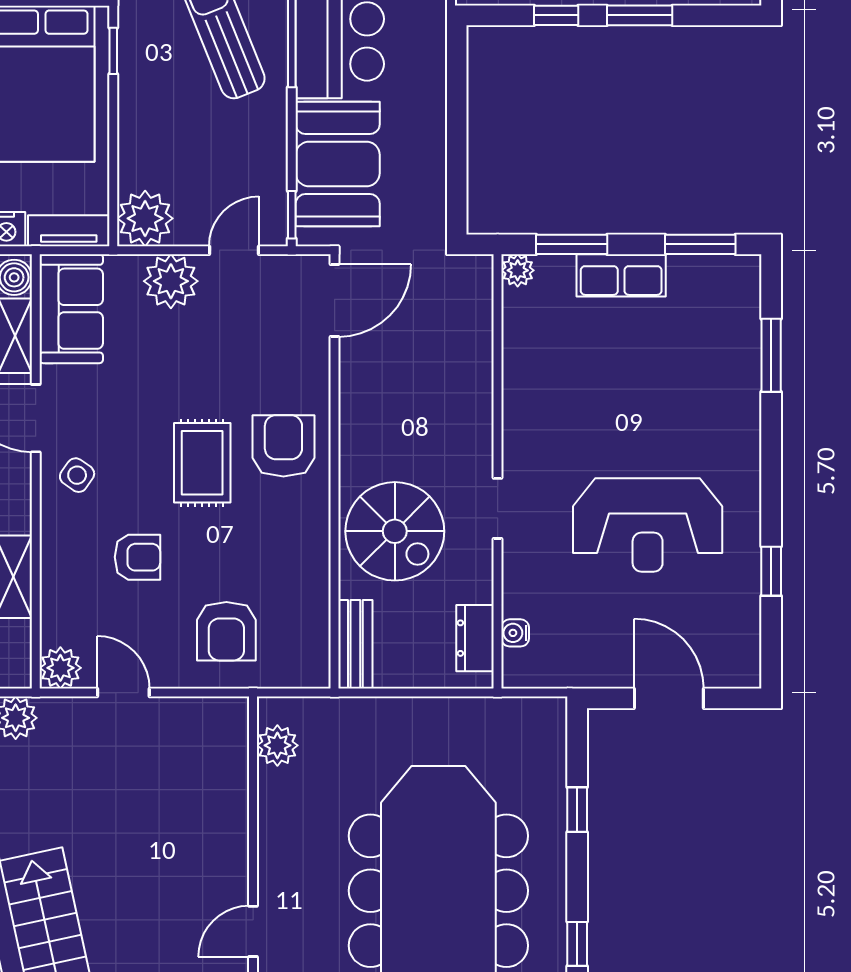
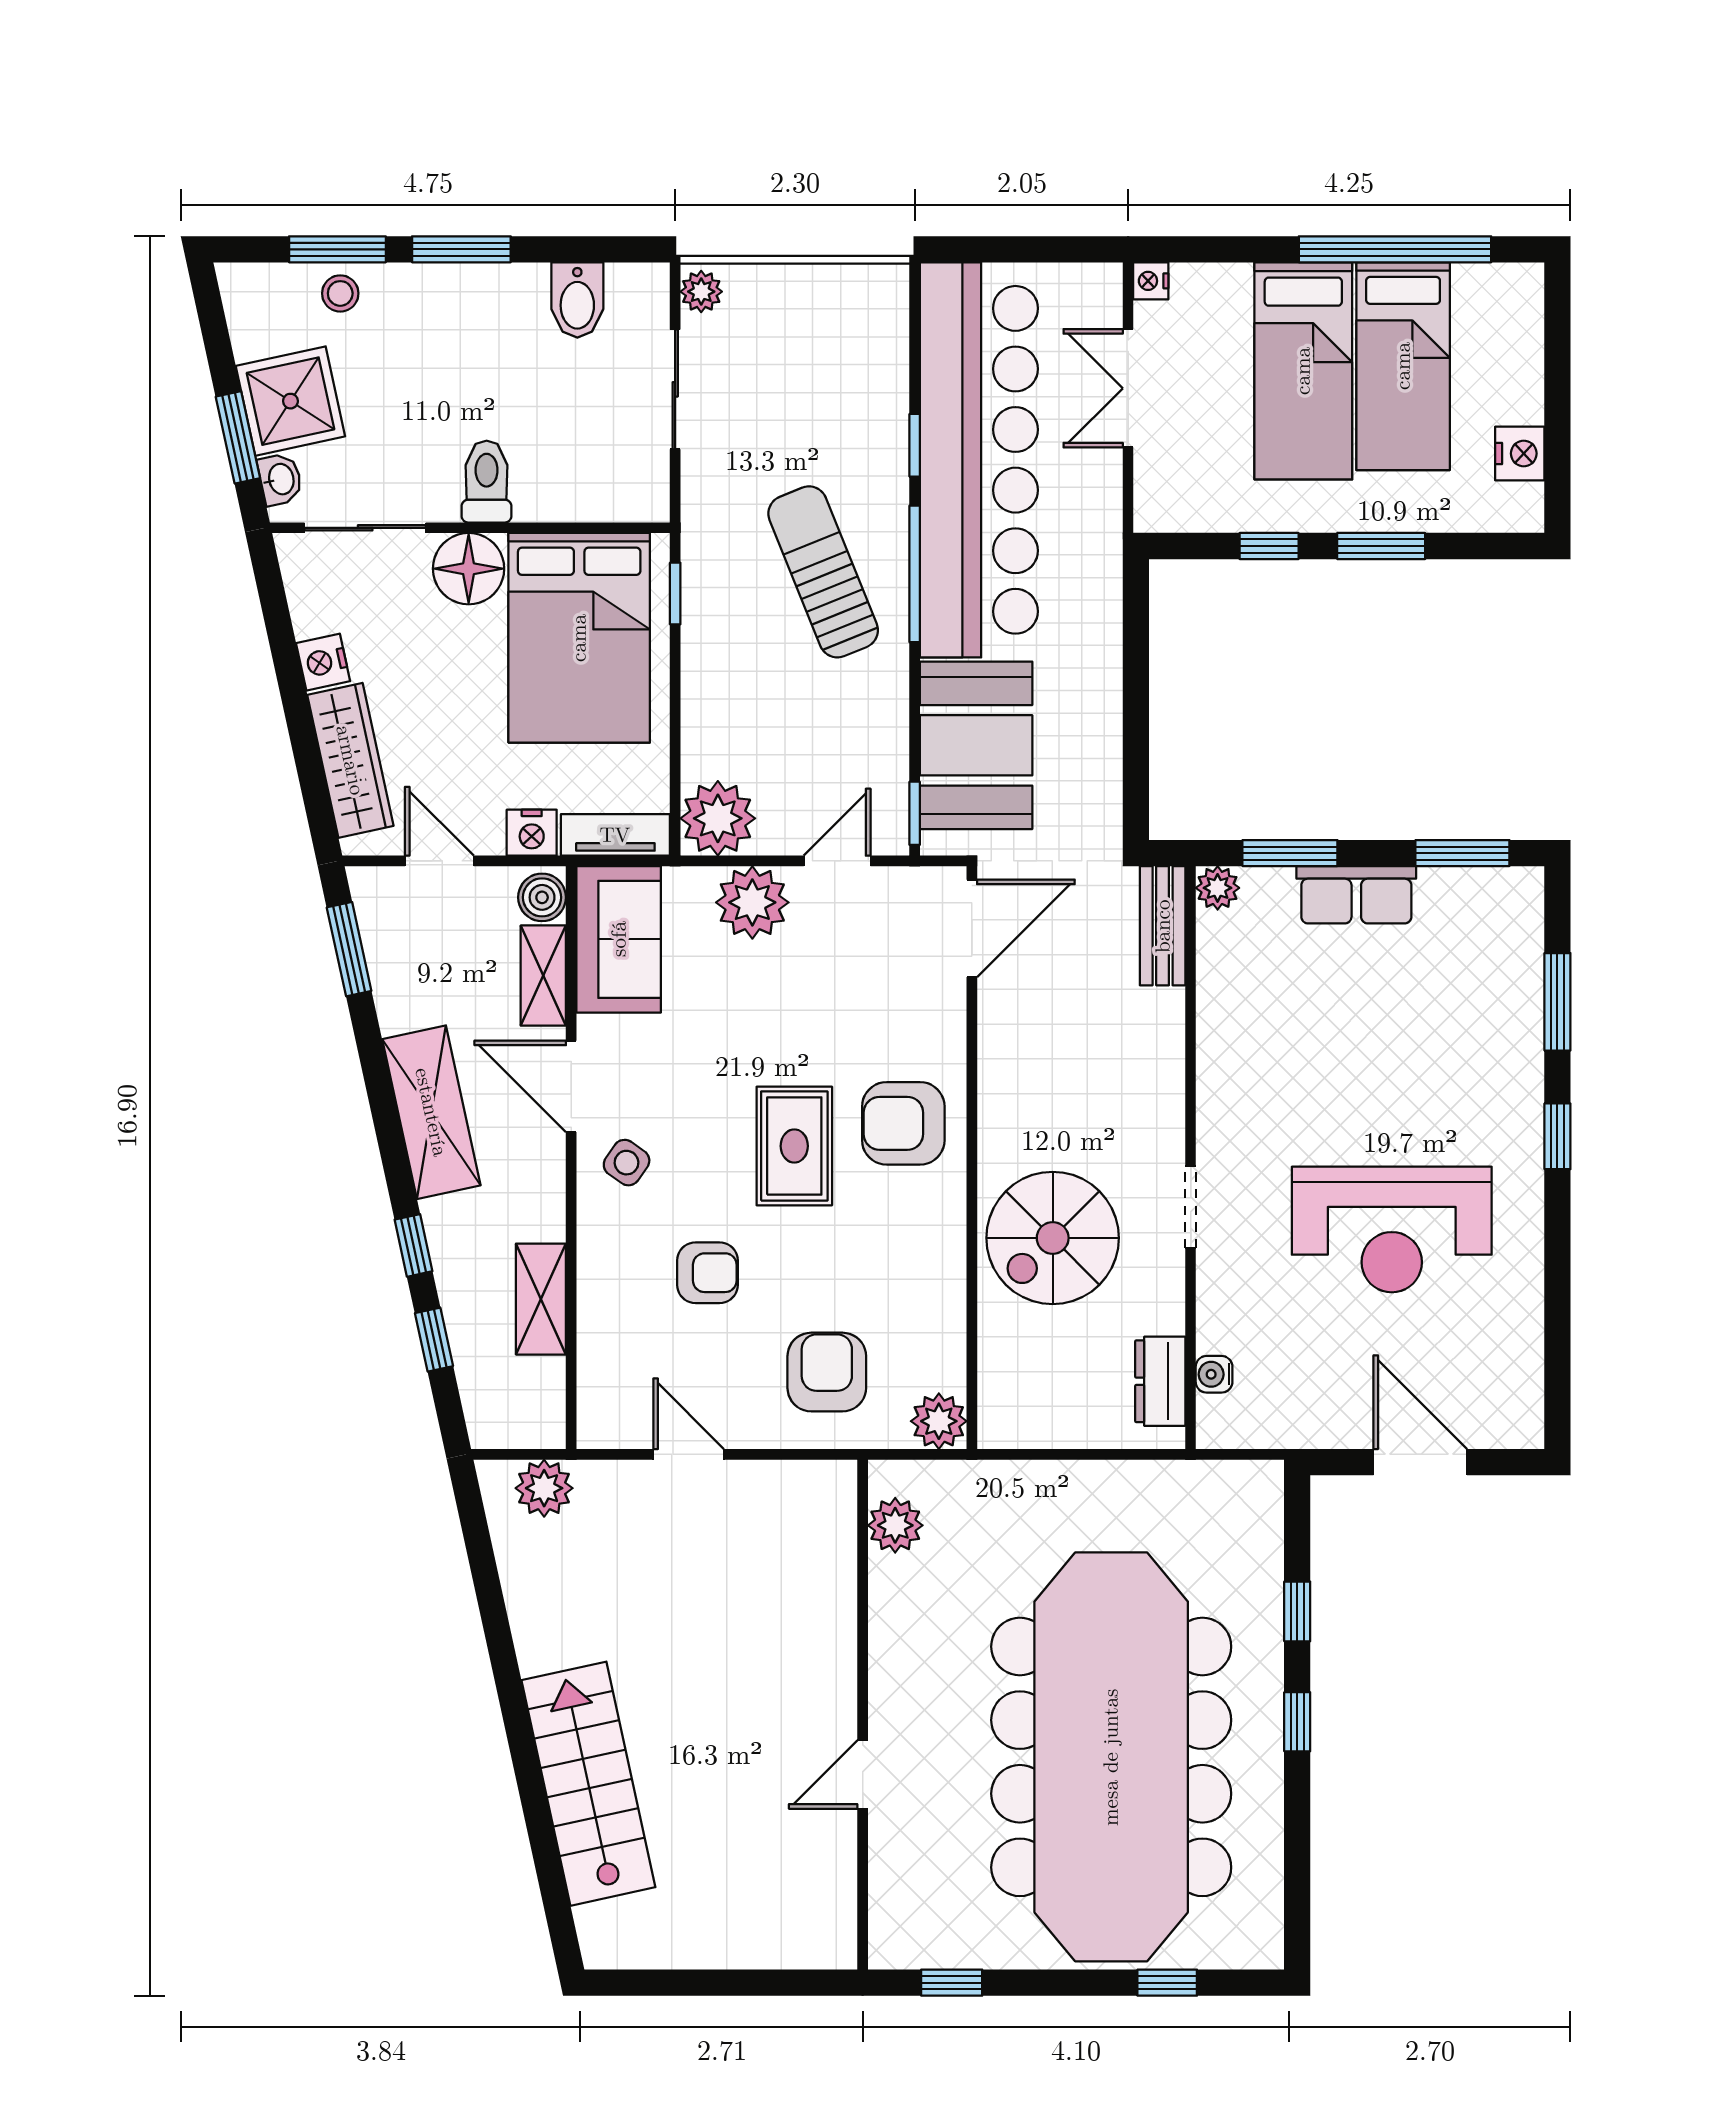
armchair: (283, 446) -> (903, 1123), turned -90
spiral stairs: (395, 531) -> (1053, 1238), turned 90
window: (771, 571) -> (1557, 1136), moved
armchair: (226, 631) -> (827, 1372), turned 180
bench: (355, 644) -> (1163, 926), moved
plant: (60, 668) -> (939, 1421), moved
window: (577, 944) -> (1297, 1722), moved

